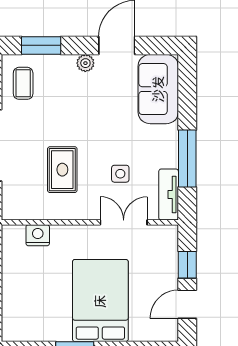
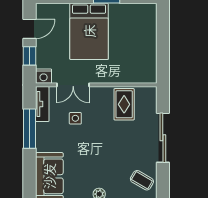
coffee table: (23, 83) -> (142, 180), turned -60
rug: (62, 170) -> (124, 104), moved
nightstand: (38, 235) -> (44, 76), moved

